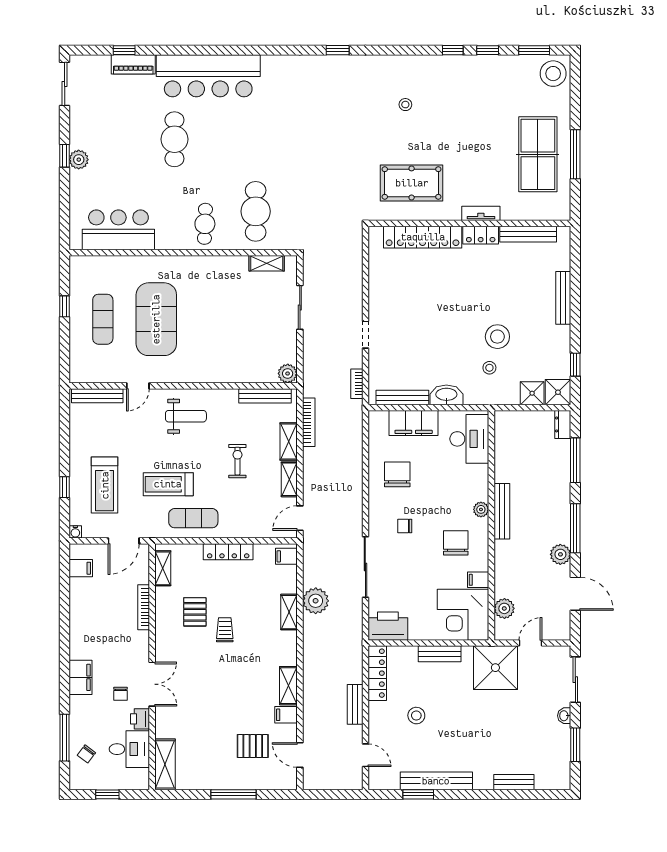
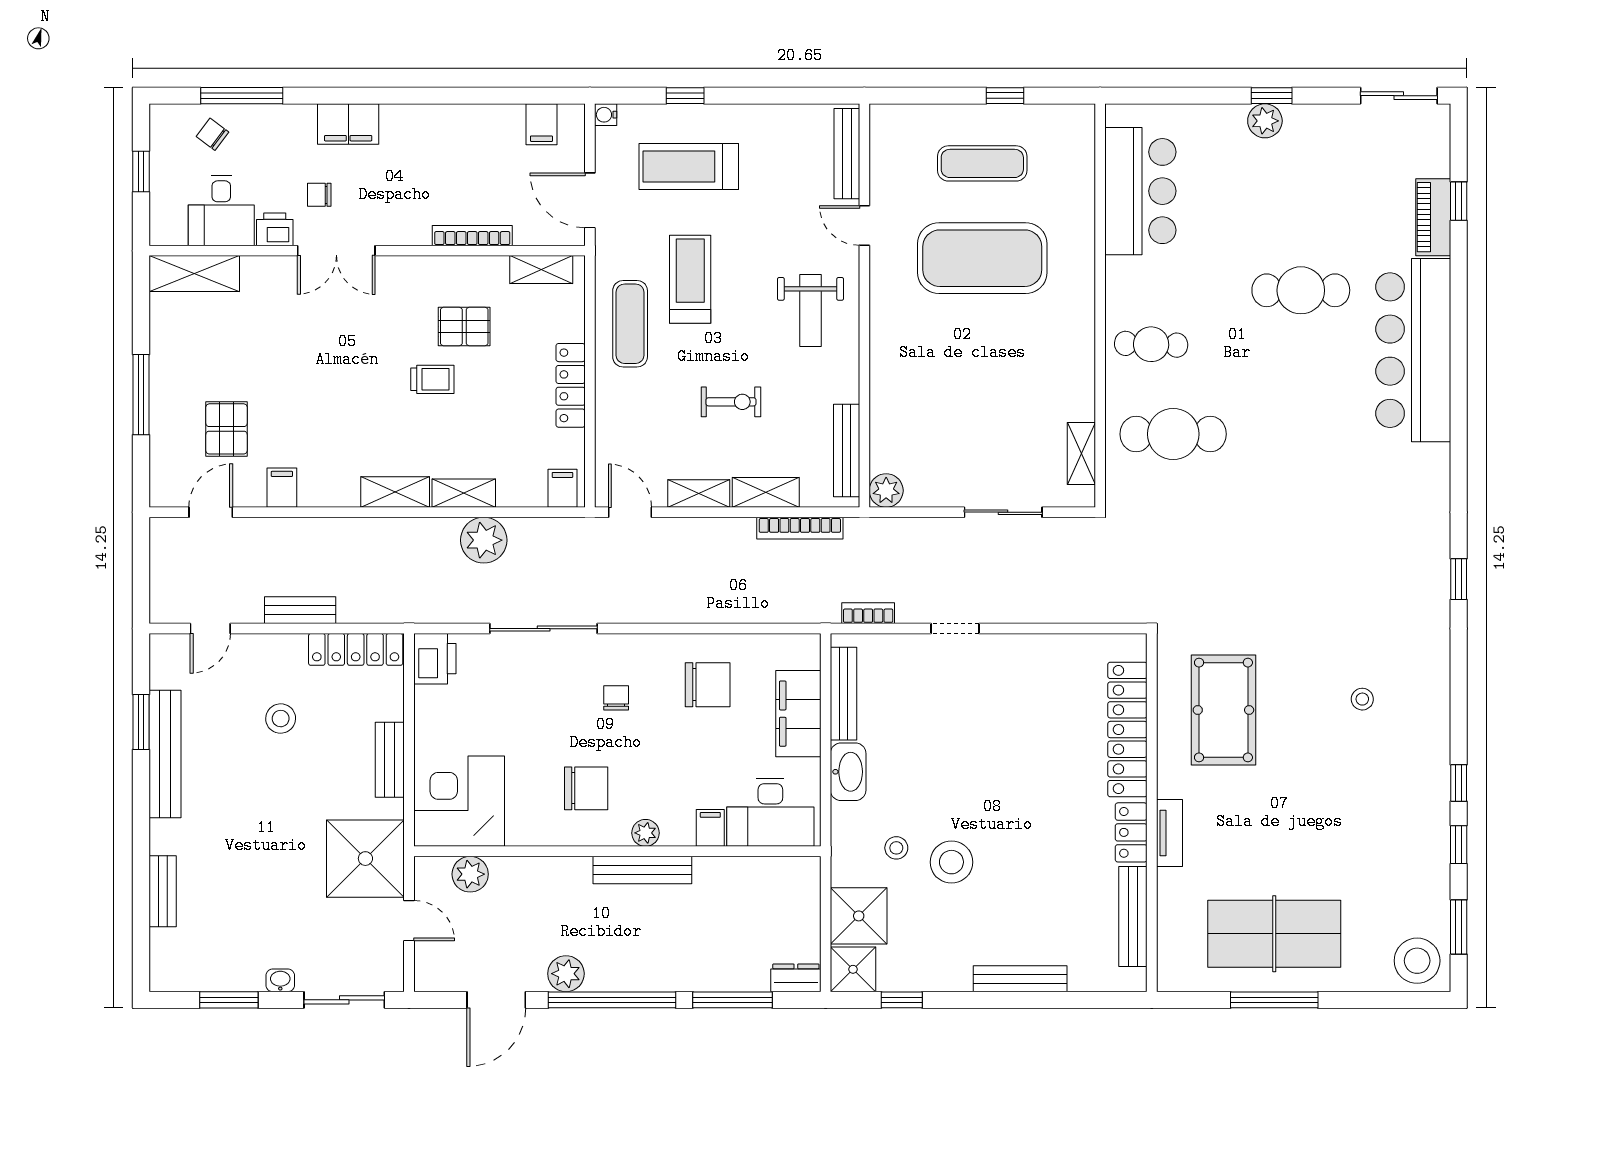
shower: (532, 393) -> (859, 916), width x1.36, depth x1.36
window: (575, 528) -> (612, 1000), width x1.46
filing cabinet: (478, 580) -> (710, 828), moved
printer: (388, 626) -> (435, 659), width x0.73, depth x0.84
shelving: (288, 686) -> (395, 492), moved

